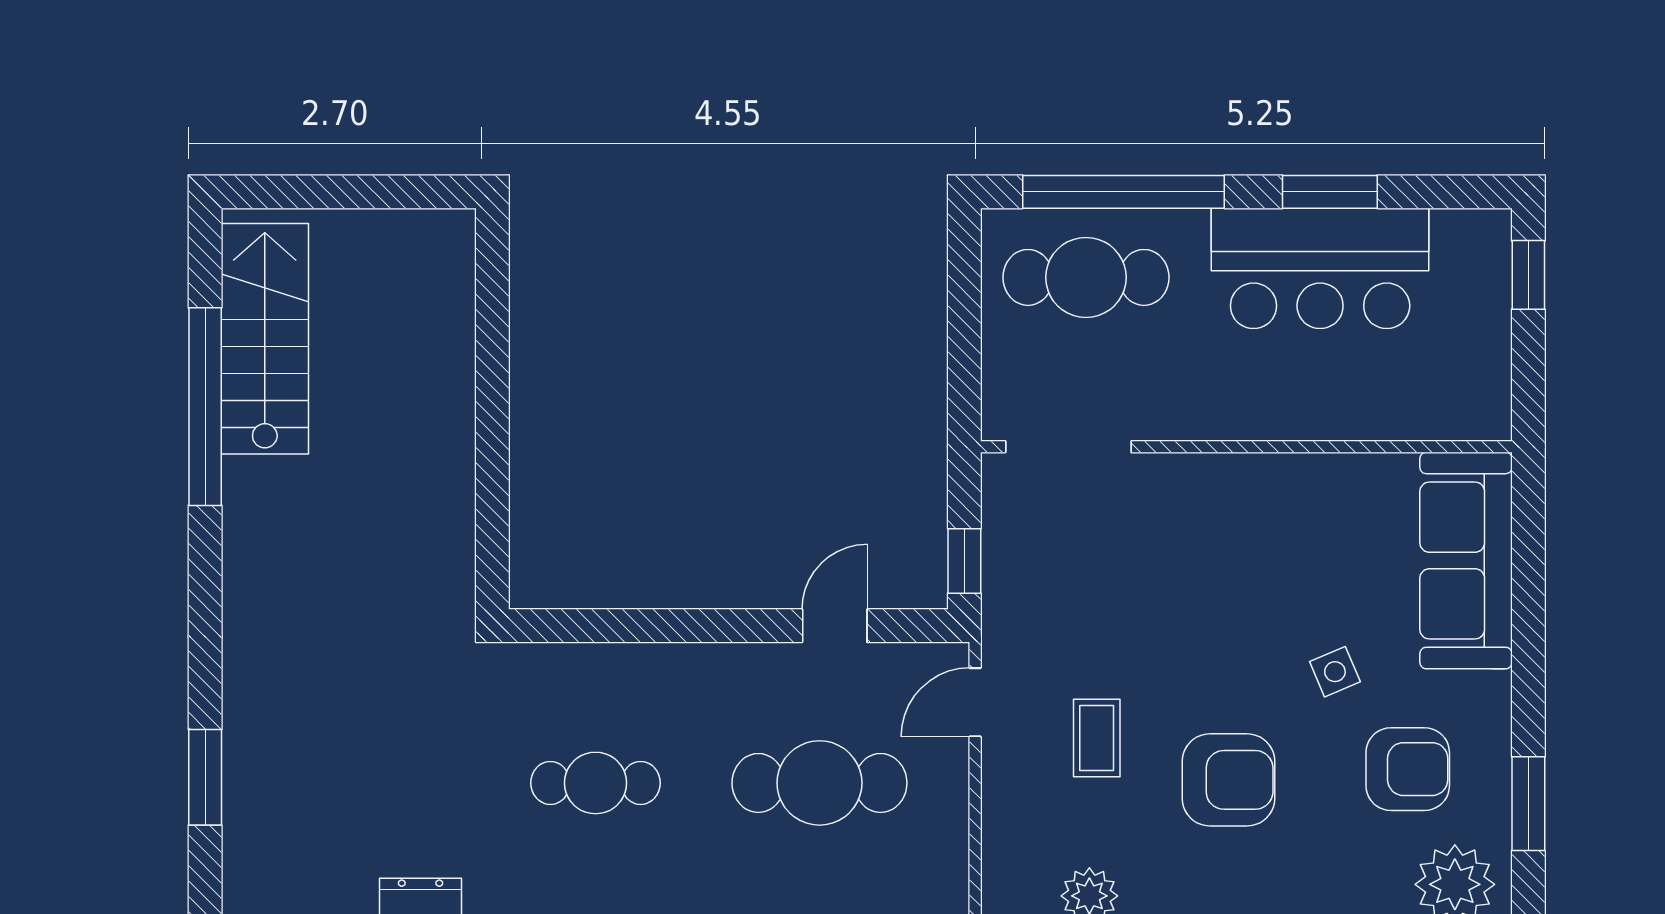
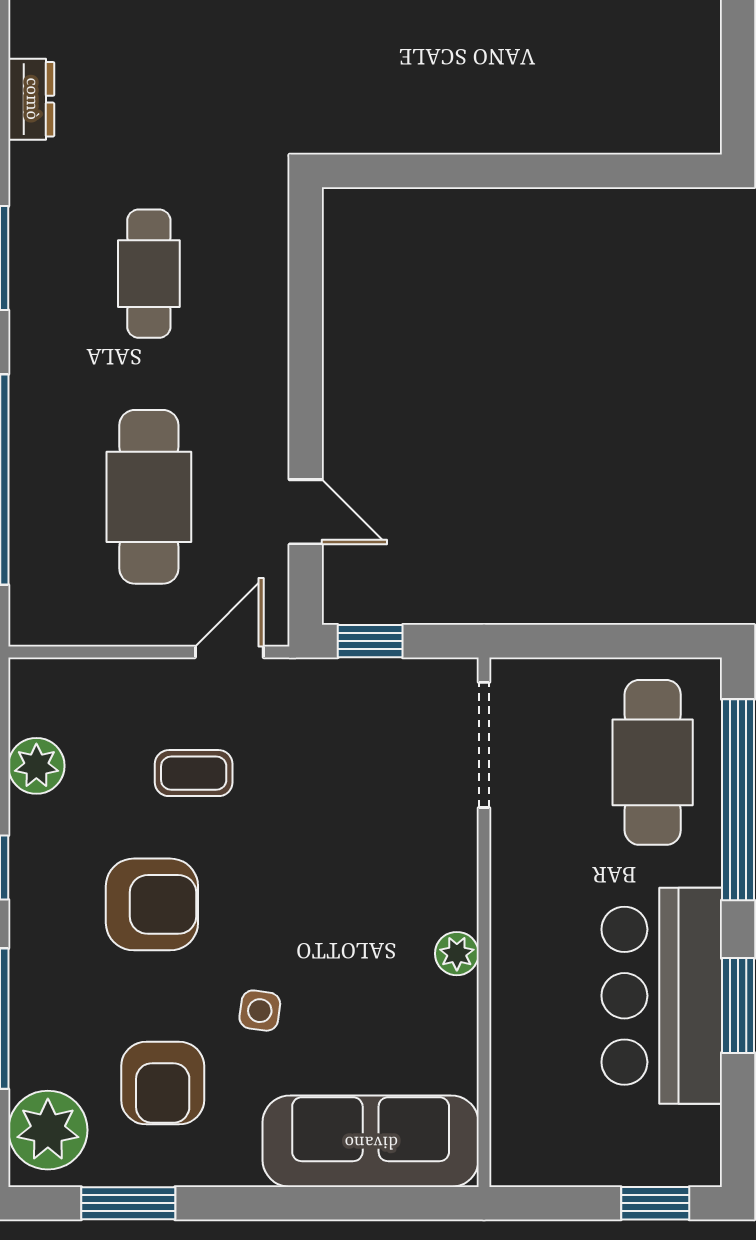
plant: (1278, 474) -> (457, 954), added
side table: (1335, 672) -> (260, 1011), turned 31
door: (975, 702) -> (229, 652), hinge flipped
armchair: (1228, 780) -> (152, 904), turned -90

